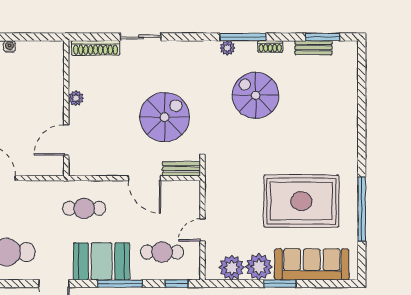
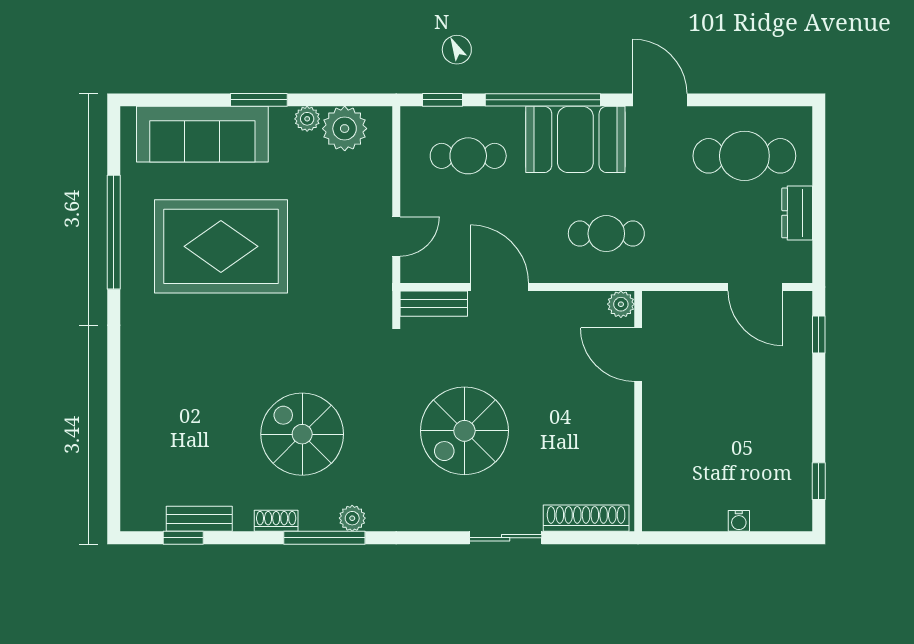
window: (322, 37) -> (183, 538), width x0.67
spiral stairs: (256, 95) -> (302, 434), turned 180
plant: (76, 98) -> (621, 304), moved
spiral stairs: (165, 117) -> (464, 431), moved
door: (66, 140) -> (638, 355), swing flipped
door: (202, 230) -> (396, 237), moved
plant: (259, 267) -> (307, 119), width x0.53, depth x0.53
window: (120, 284) -> (543, 100), width x1.46

